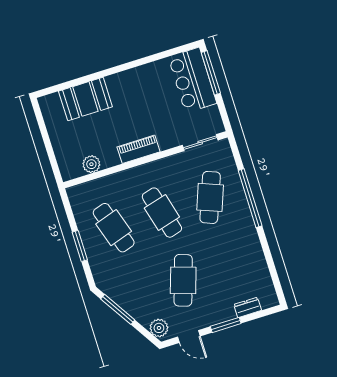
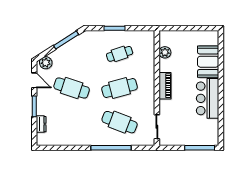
bar counter: (192, 80) -> (208, 98), moved, turned -90
cafe table: (114, 228) -> (120, 54), width x0.73, depth x0.74
door: (189, 336) -> (34, 80), swing flipped

